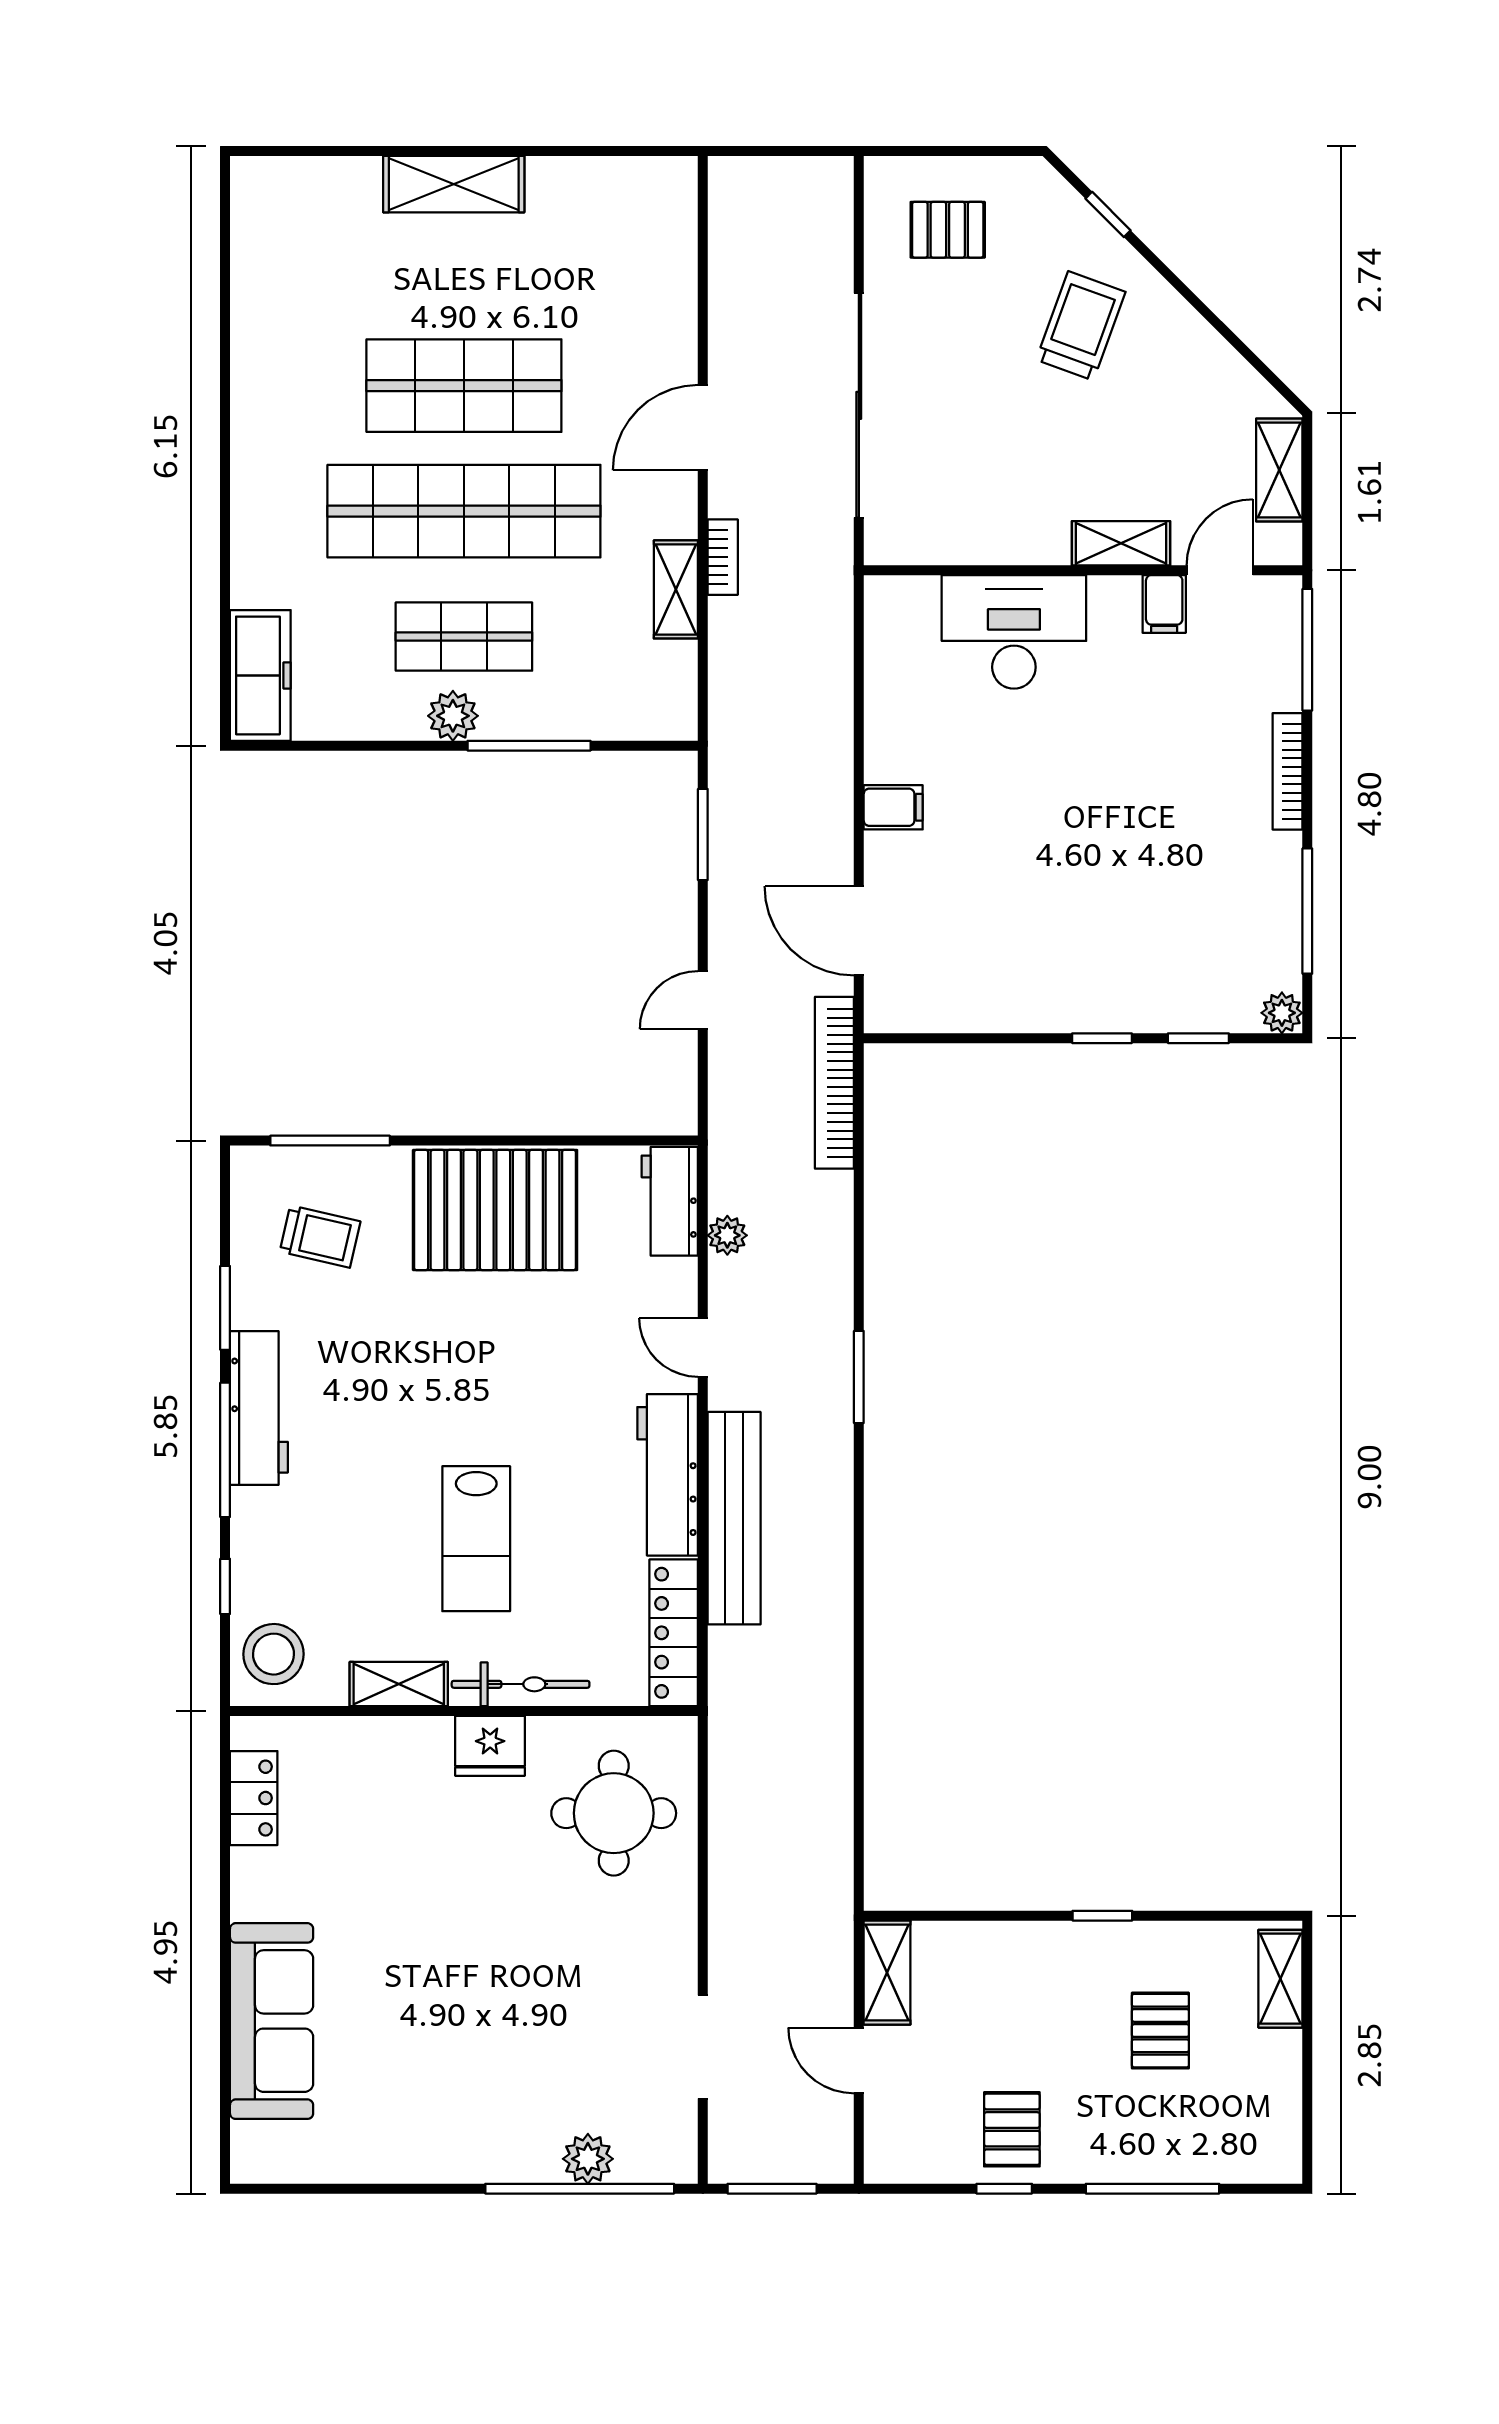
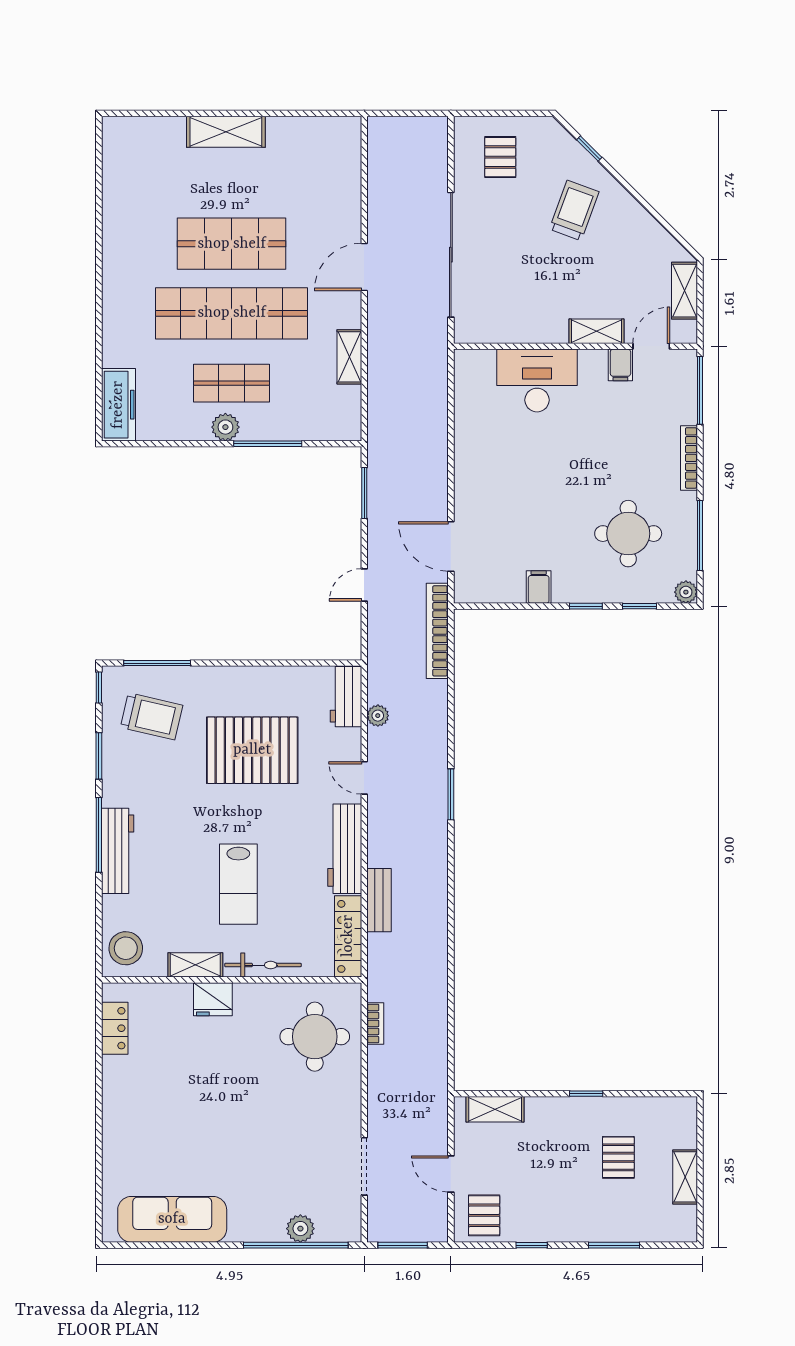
pallet: (948, 230) -> (500, 157), turned 90
bookcase: (723, 557) -> (375, 1024), moved
filing cabinet: (893, 807) -> (539, 587), moved, turned -90
round table: (1178, 908) -> (628, 534), added
pallet: (495, 1210) -> (252, 750), moved
trolley: (320, 1237) -> (152, 716), width x1.36, depth x1.39
workbench: (259, 1408) -> (118, 851), moved
bench: (734, 1518) -> (379, 900), width x0.54, depth x0.82
window: (225, 1586) -> (99, 688), moved
fridge: (490, 1746) -> (213, 999), moved
shelving: (887, 1973) -> (495, 1109), moved, turned 90
shelving: (1280, 1979) -> (685, 1177), moved
sofa: (272, 2021) -> (172, 1219), moved, turned -90
pallet: (1012, 2129) -> (484, 1215), moved
window: (1152, 2189) -> (614, 1245), width x0.69

